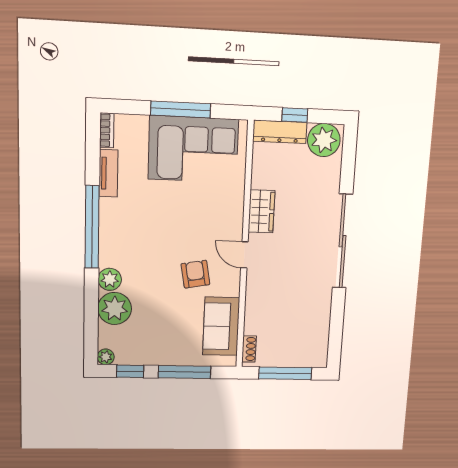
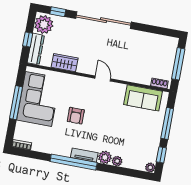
window: (348, 161) -> (58, 12), added
tv unit: (108, 173) -> (84, 155), moved
wardrobe: (261, 211) -> (65, 63), moved
door: (244, 255) -> (103, 78), swing flipped
armchair: (195, 274) -> (76, 116), moved, turned -80
plant: (115, 308) -> (117, 161), width x0.53, depth x0.53

